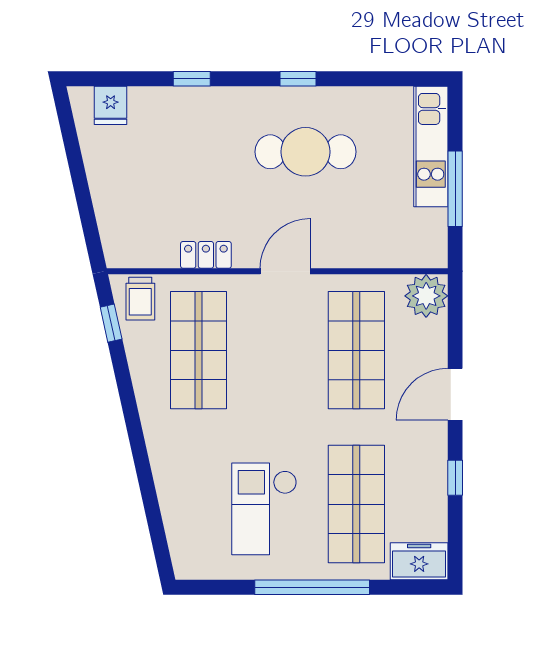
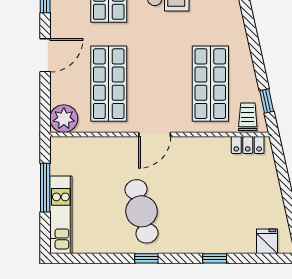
cafe table: (305, 152) -> (141, 211), turned 76
locker: (206, 255) -> (248, 145), moved

